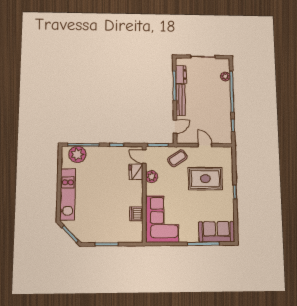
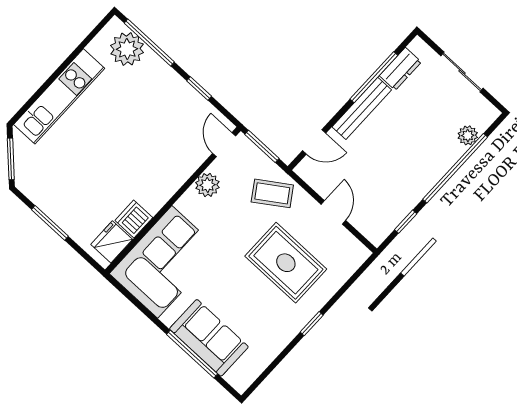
fridge: (136, 172) -> (112, 242), moved
sofa: (216, 232) -> (209, 338), moved

